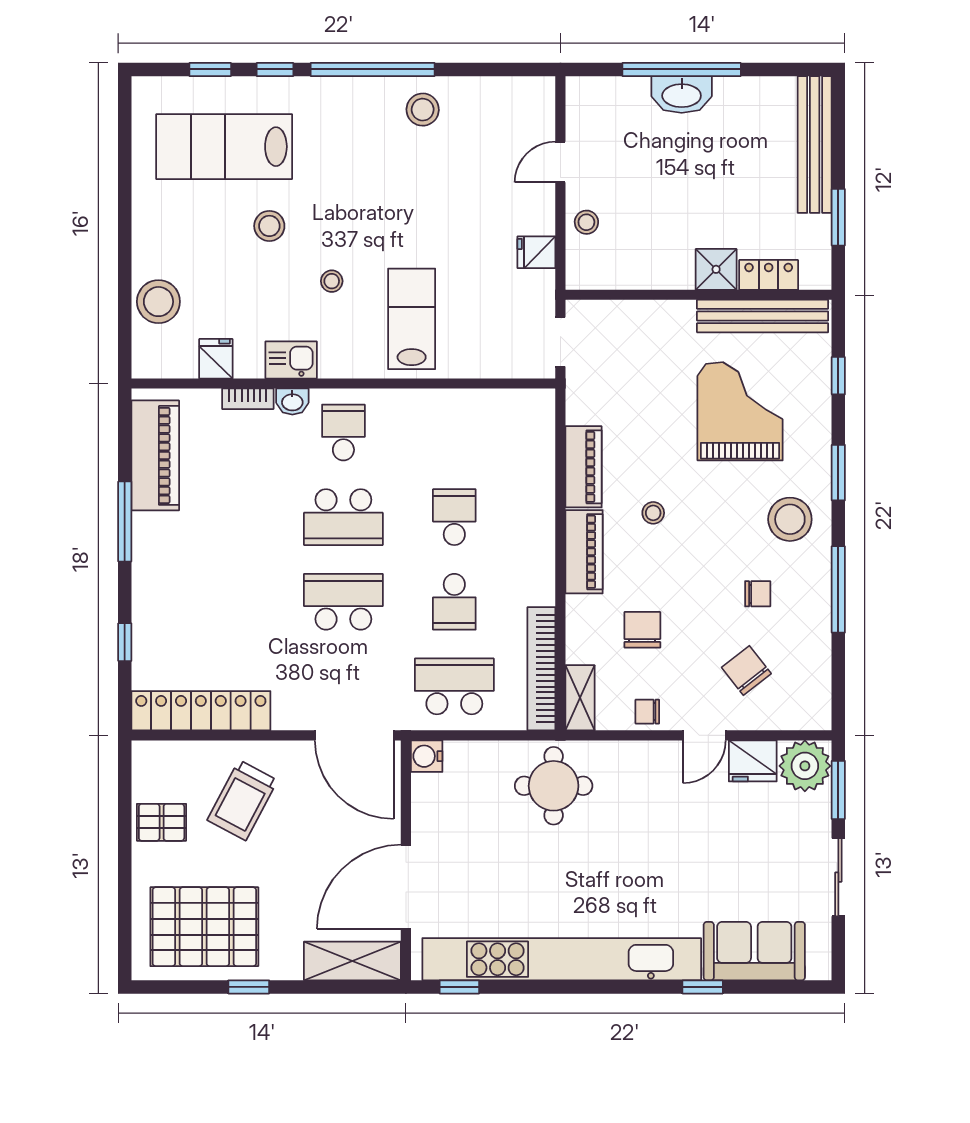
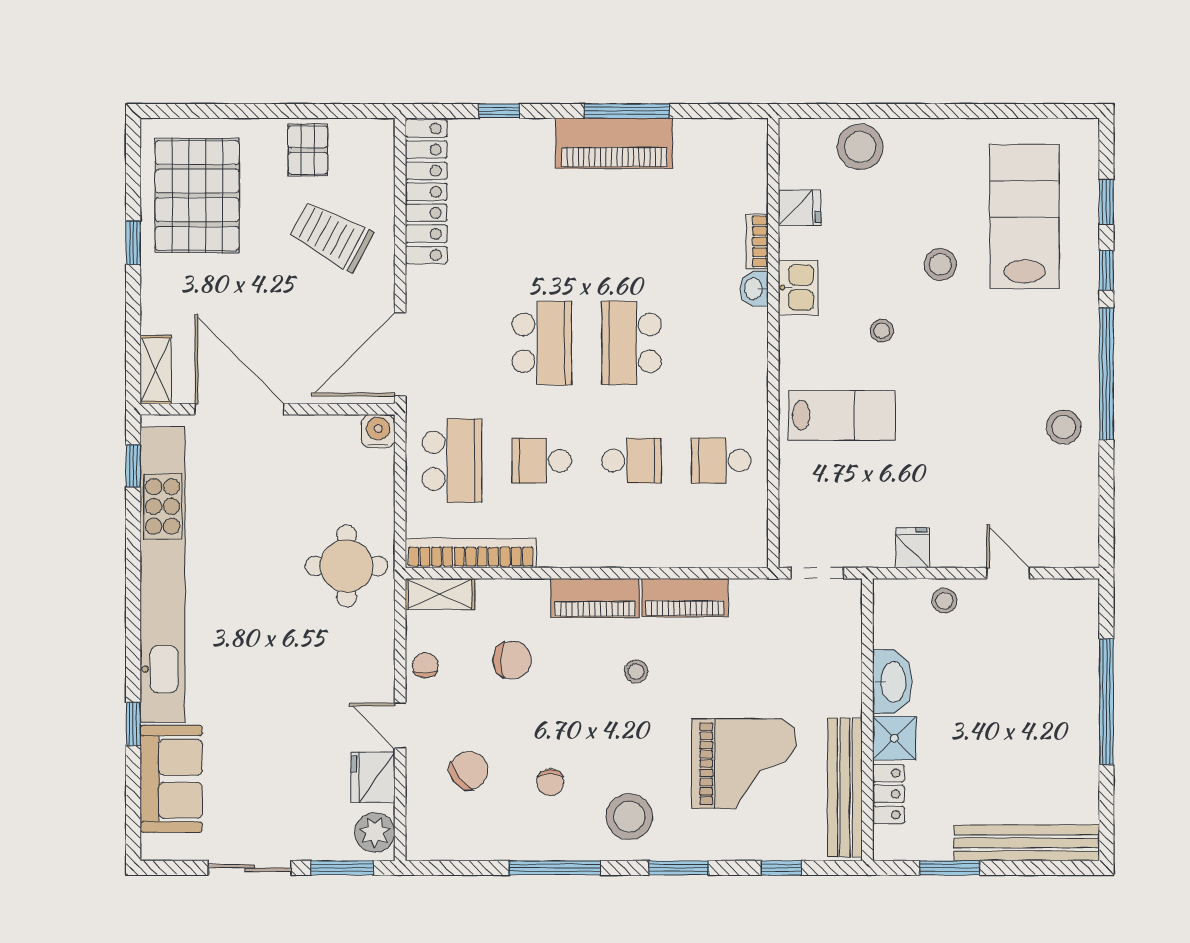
washbasin: (682, 95) -> (892, 682), moved, turned 180
school desk: (343, 432) -> (721, 461), moved, turned 180
piano: (155, 455) -> (614, 143), moved
plant: (805, 766) -> (375, 832), width x0.73, depth x0.73
shelving: (352, 961) -> (156, 370), width x0.67, depth x0.75

